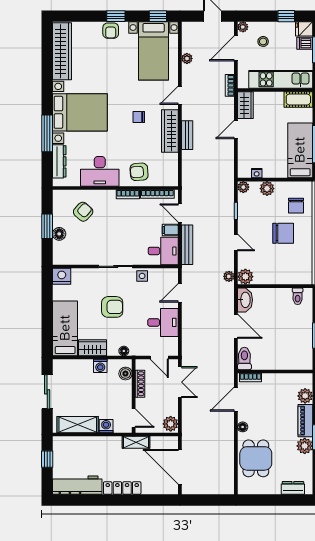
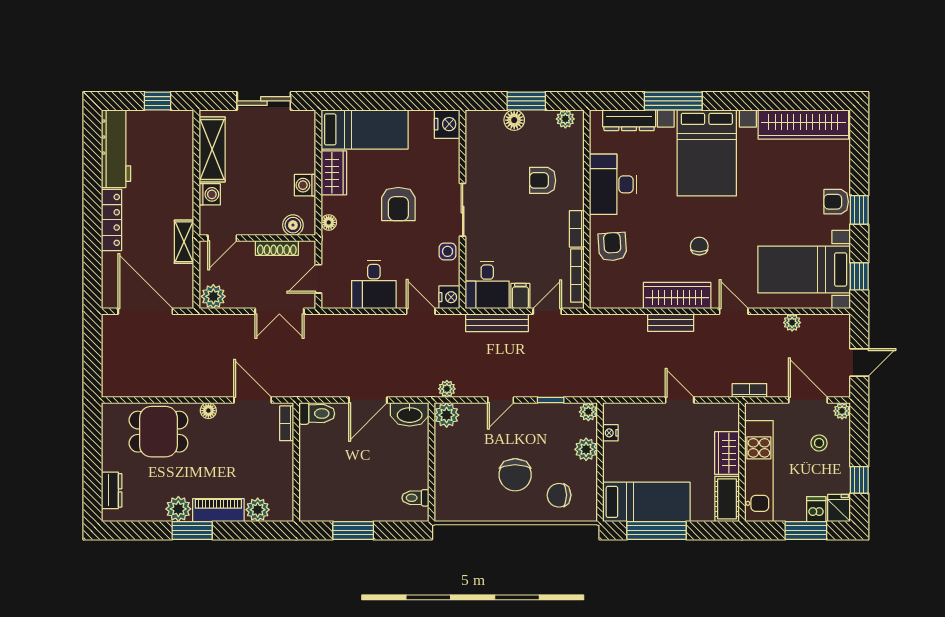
wardrobe: (245, 105) -> (727, 453), moved, turned 90
plant: (58, 202) -> (565, 119), added
armchair: (83, 212) -> (543, 180), moved, turned 138
nightstand: (171, 275) -> (449, 297), added
door: (180, 467) -> (145, 311), hinge flipped

